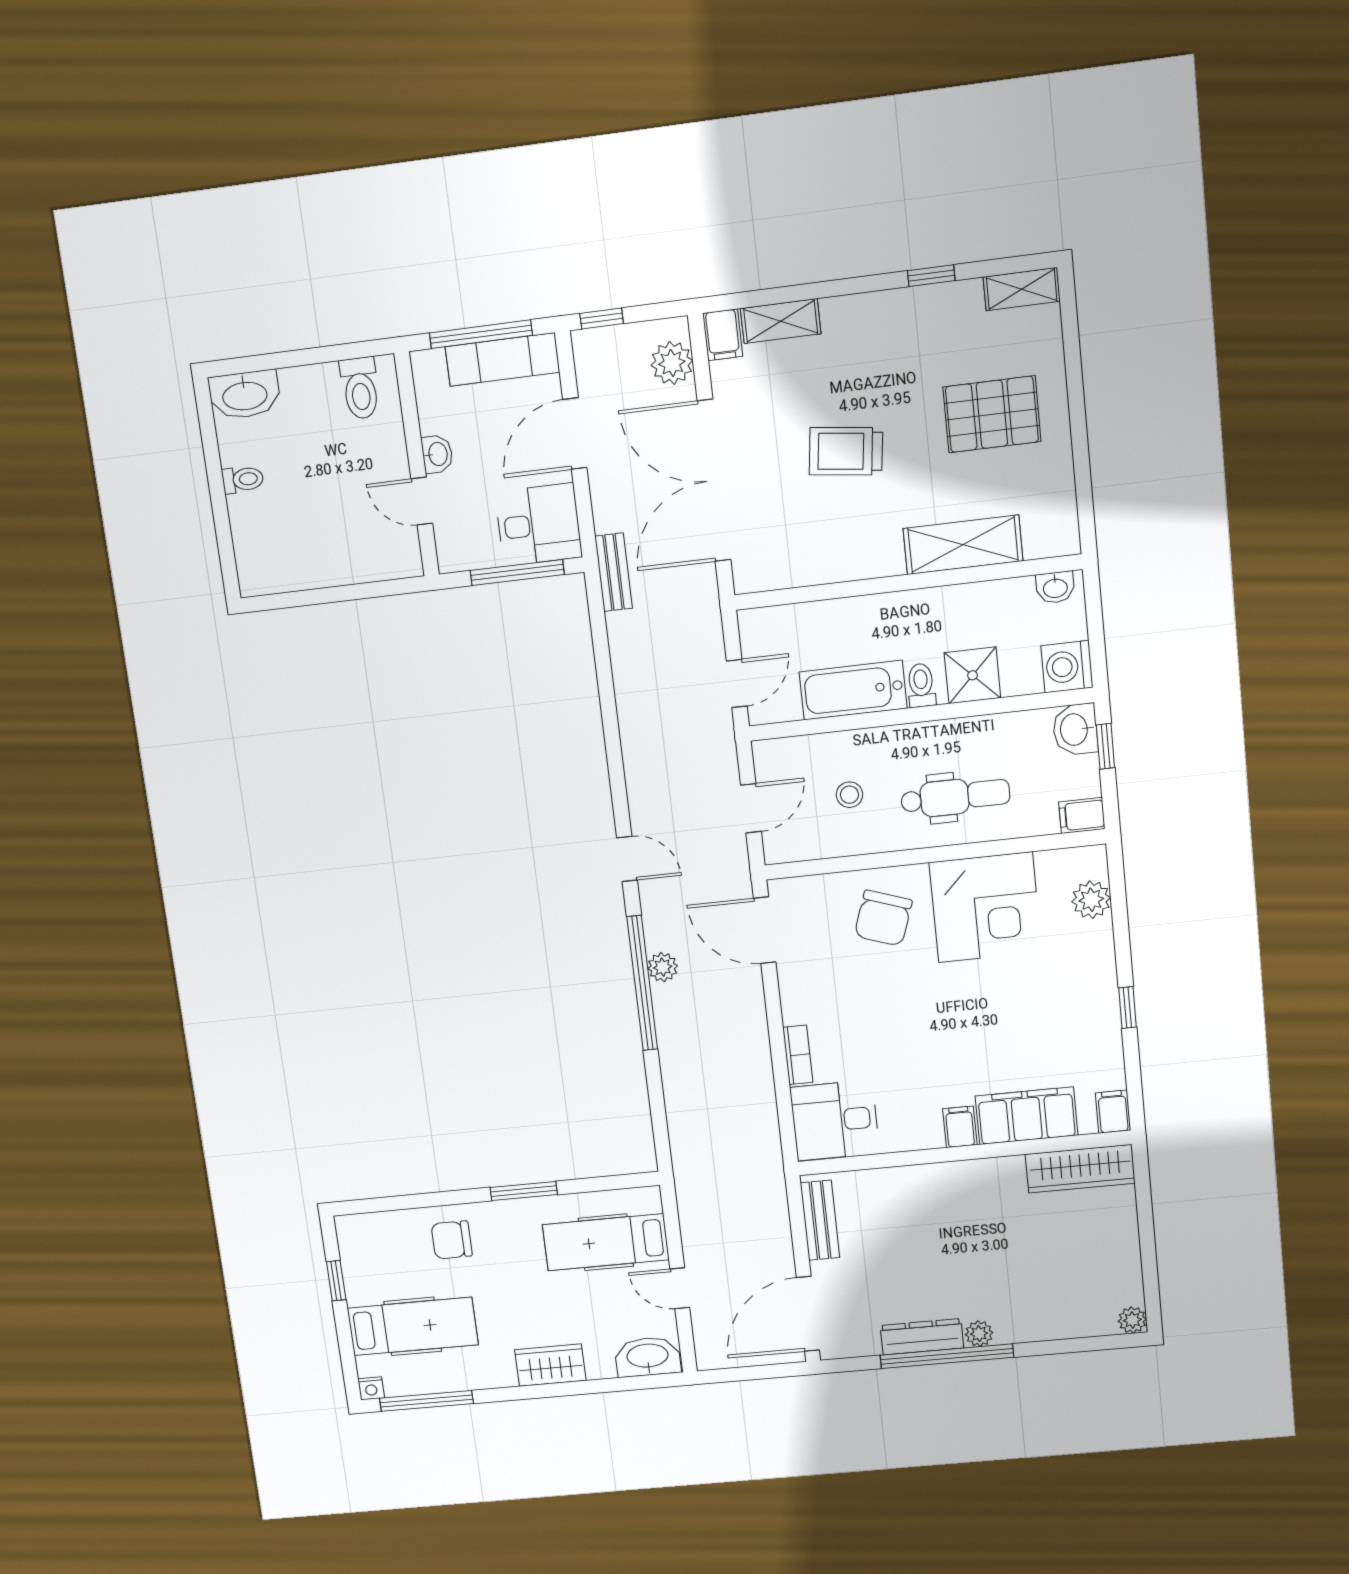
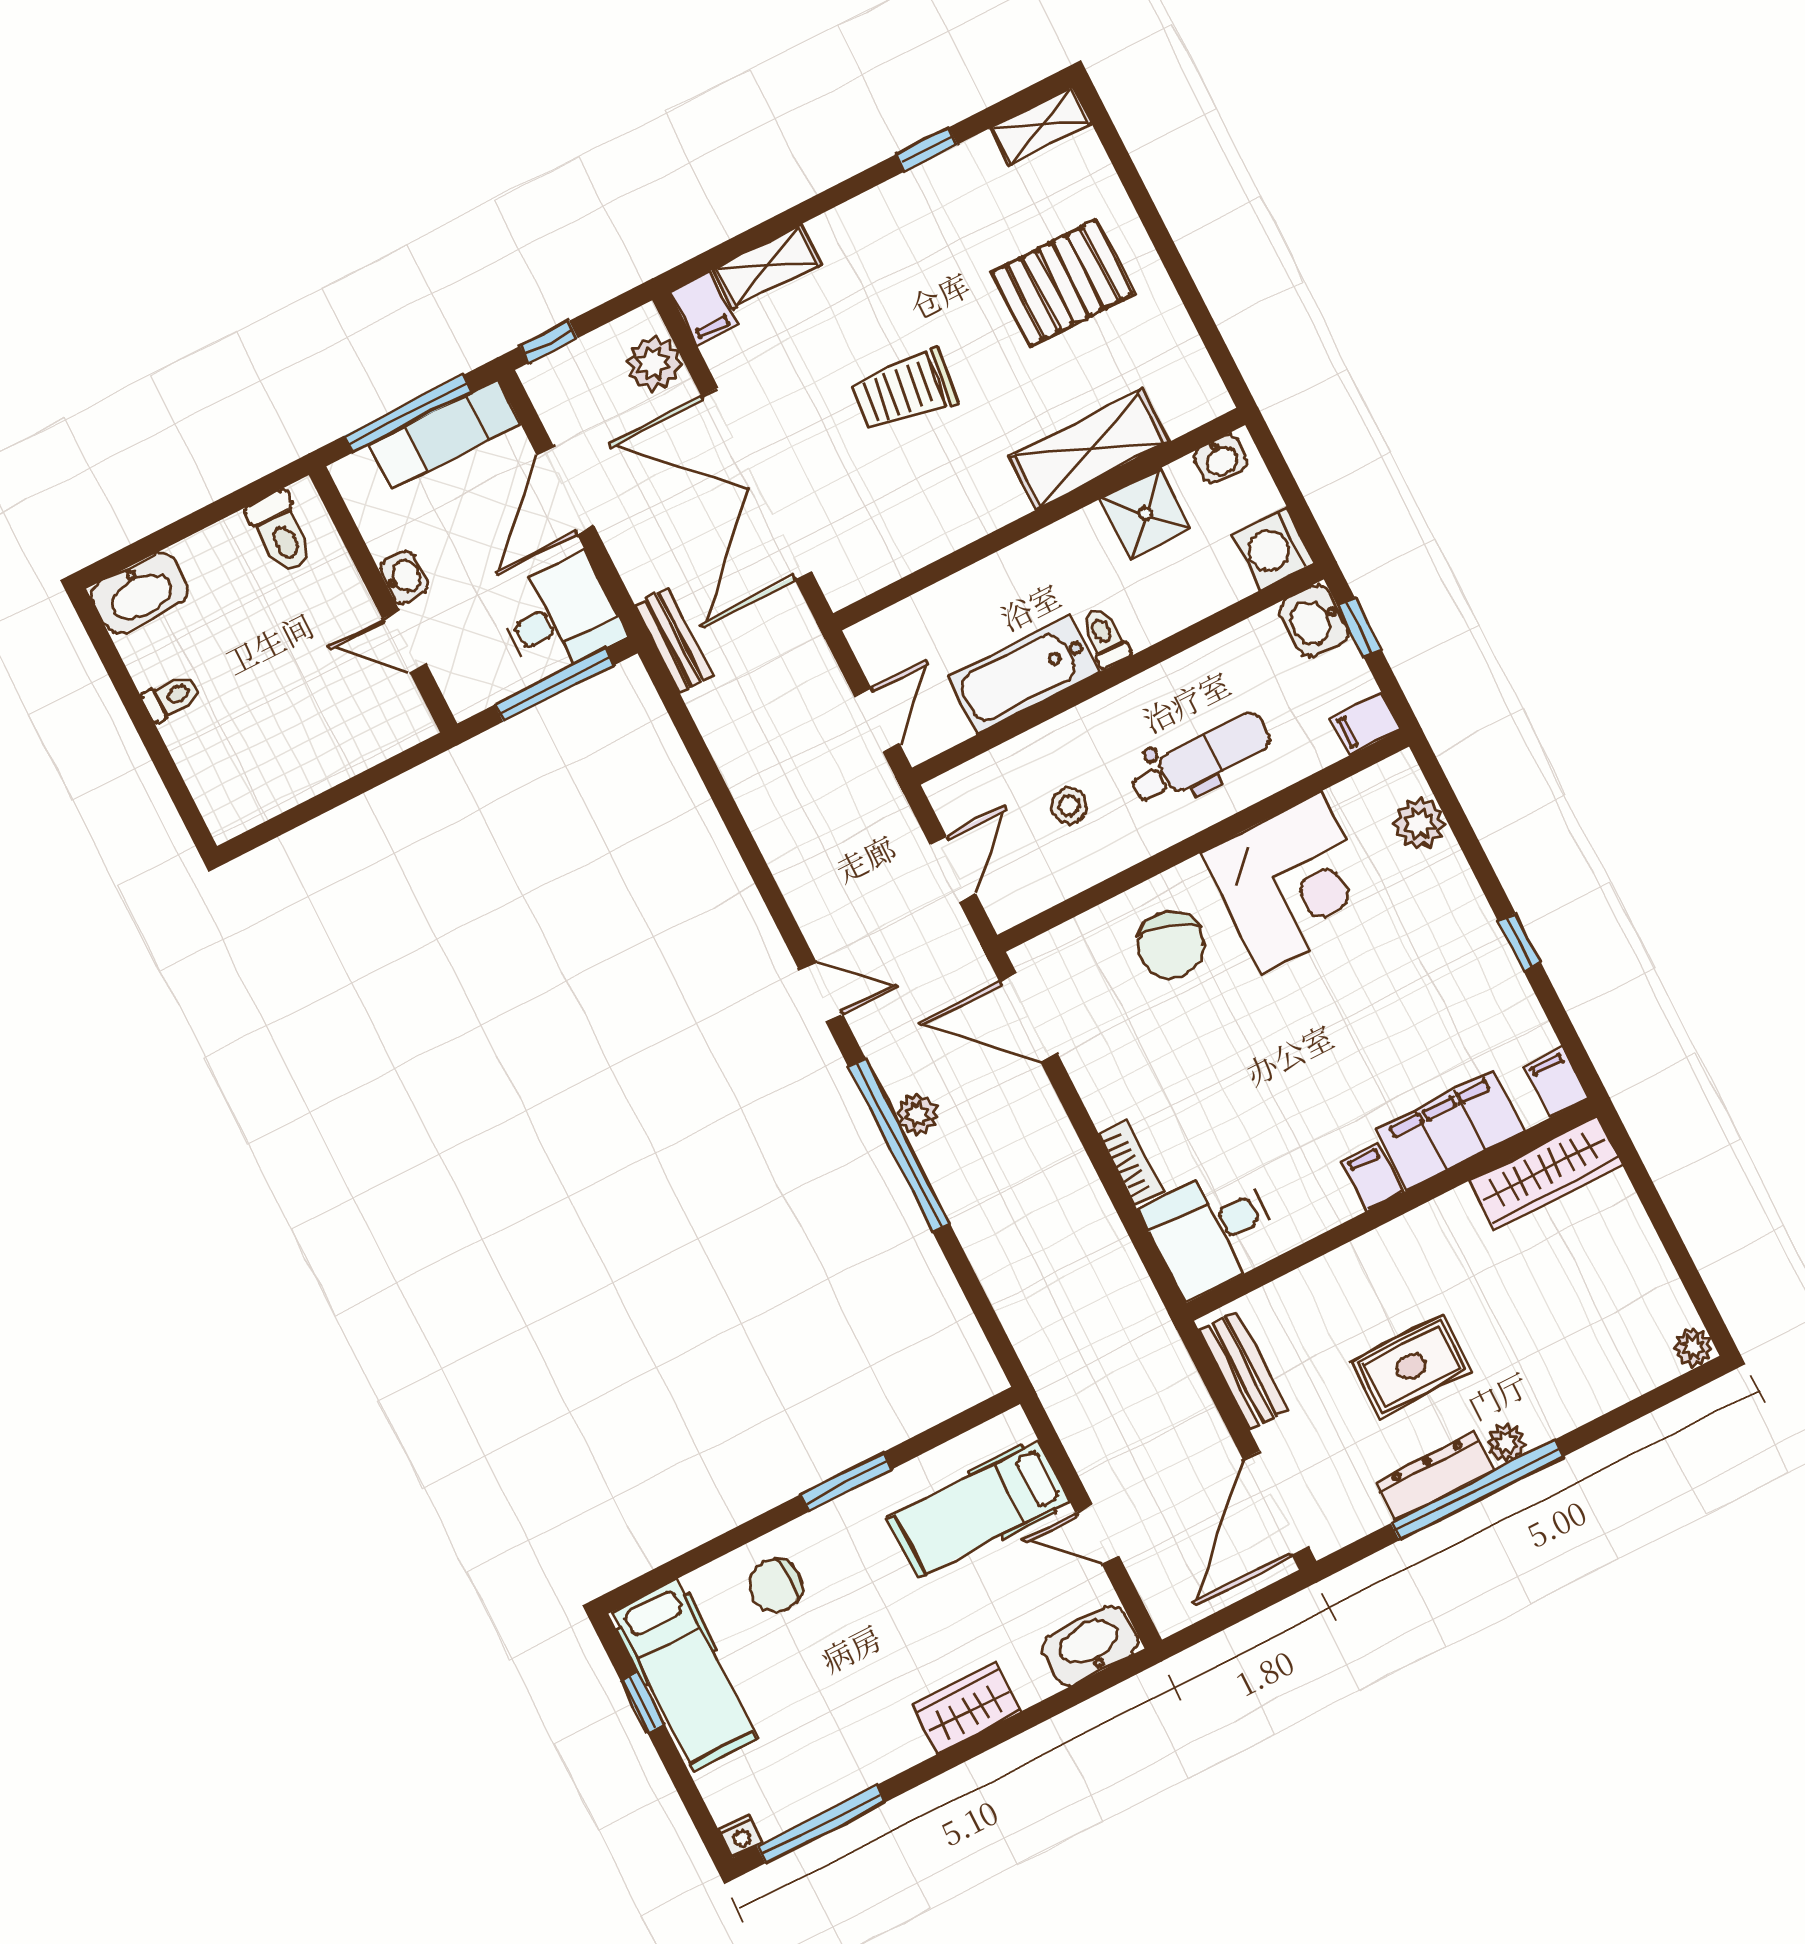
shower: (973, 675) -> (1145, 514), moved
rug: (935, 1261) -> (1411, 1367), added
hospital bed: (413, 1326) -> (685, 1675), moved, turned 90

